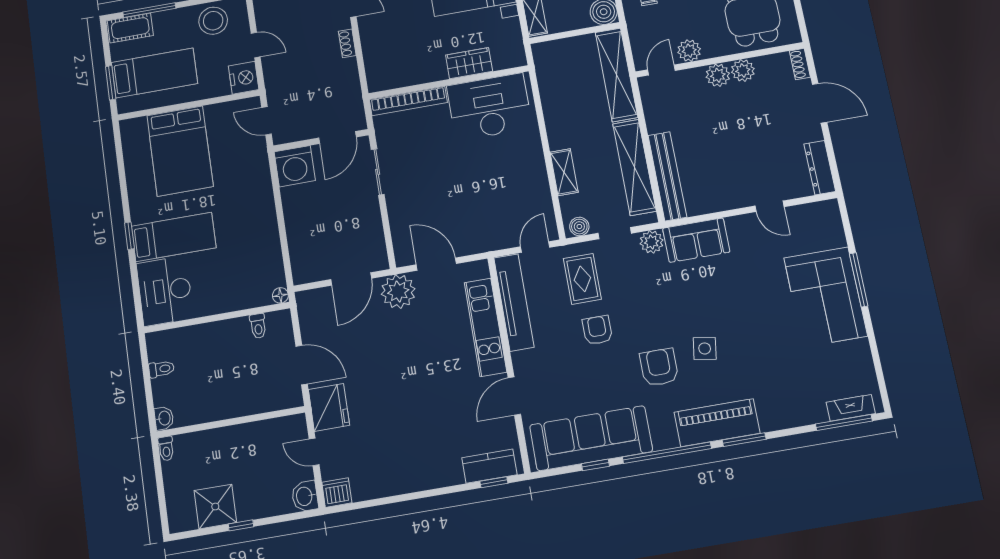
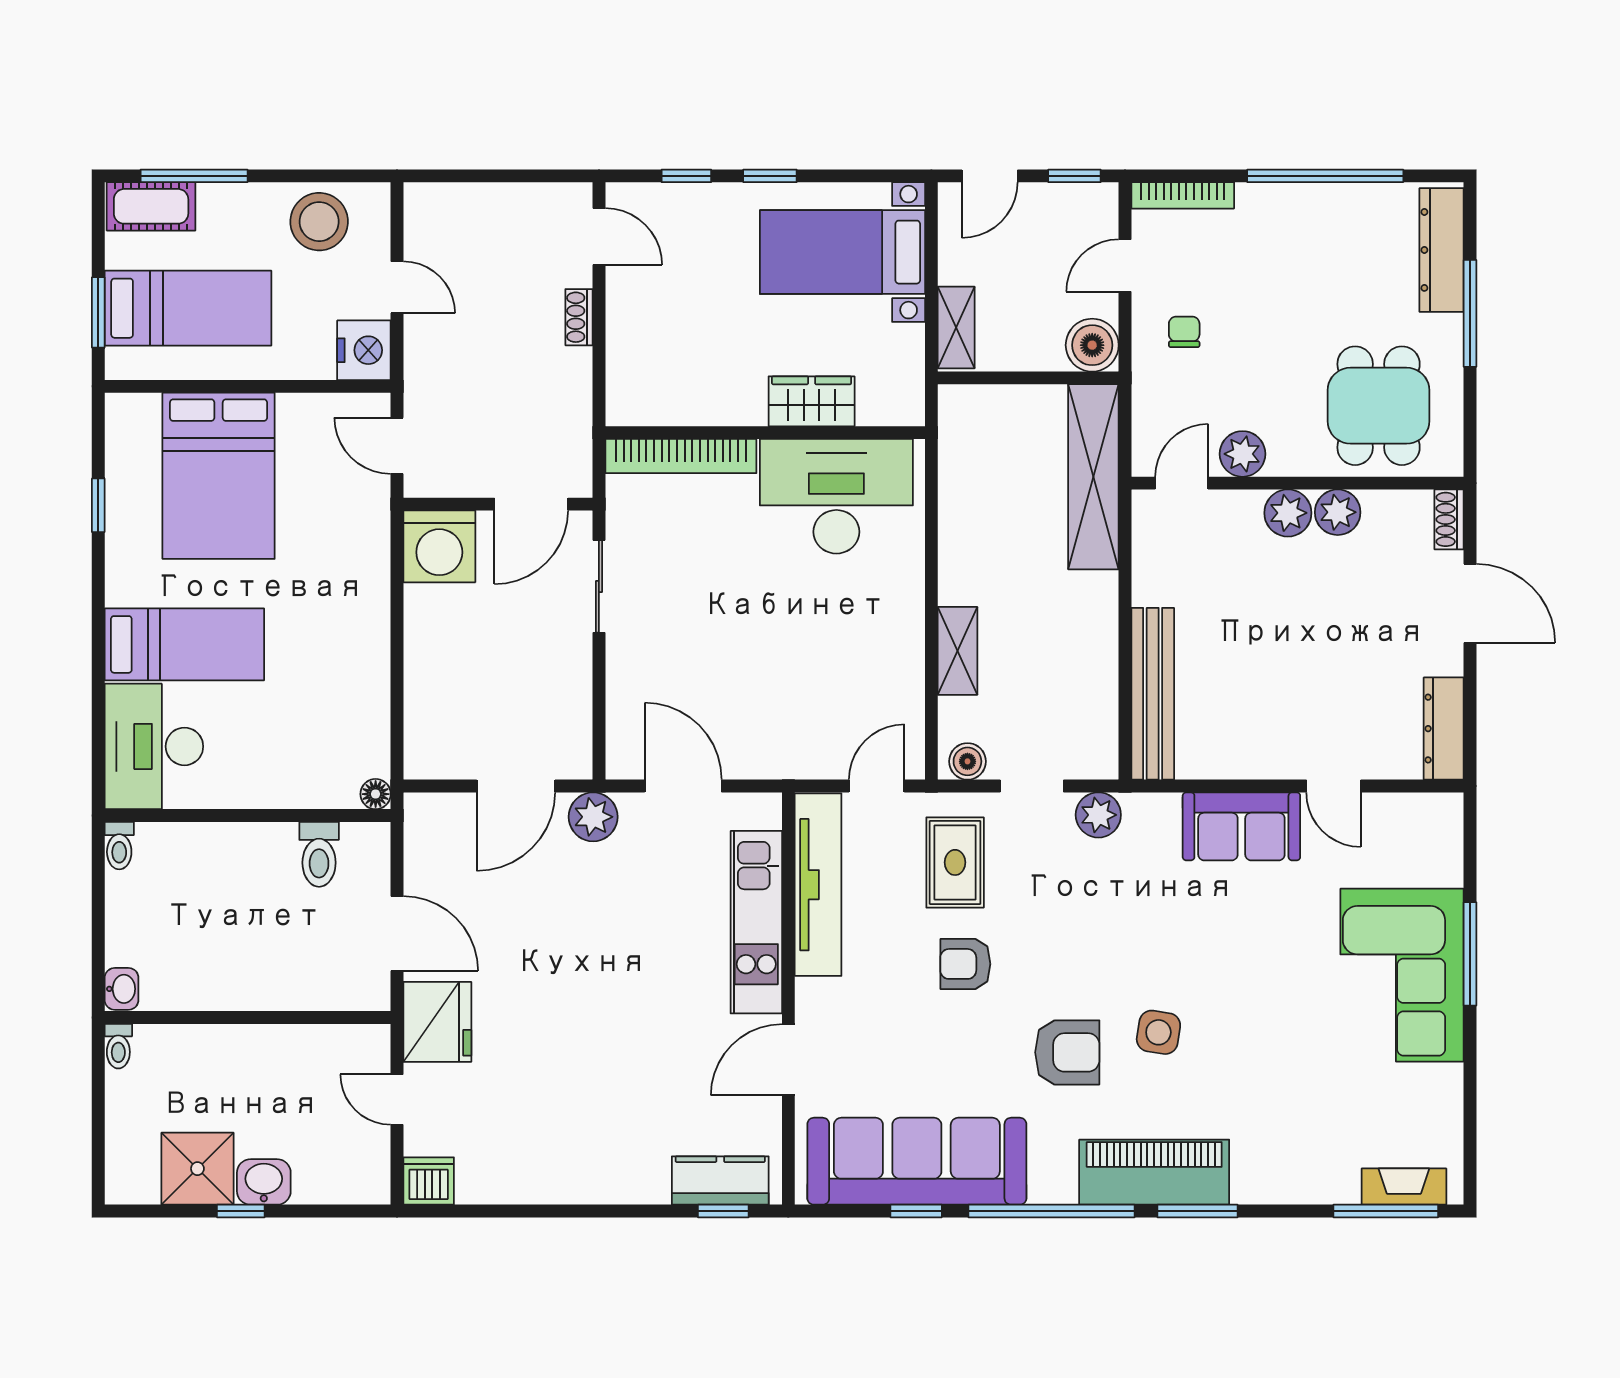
shelving: (634, 167) -> (1093, 665), removed
window: (129, 236) -> (98, 505), moved
sofa: (696, 240) -> (1241, 826), moved
plant: (398, 291) -> (593, 817), width x0.73, depth x0.73
toilet: (258, 326) -> (319, 854), width x1.37, depth x1.39
armchair: (597, 330) -> (965, 964), turned -90
armchair: (659, 367) -> (1067, 1052), turned 90
toilet: (161, 369) -> (119, 846), moved, turned 90
washbasin: (305, 496) -> (264, 1182), moved, turned 90

